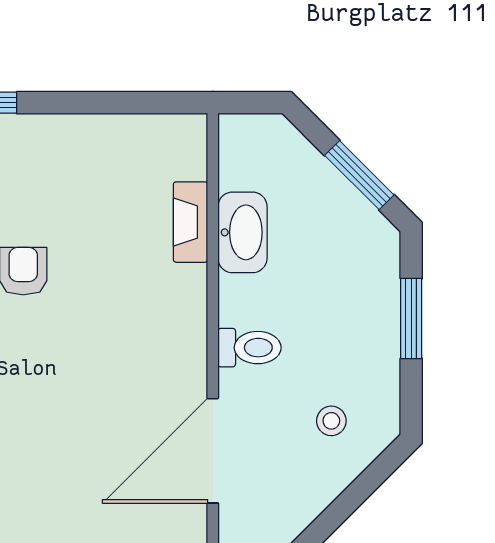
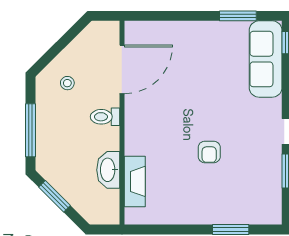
fireplace: (191, 222) -> (135, 181), width x1.37, depth x1.32
window: (411, 318) -> (31, 130), width x1.44

